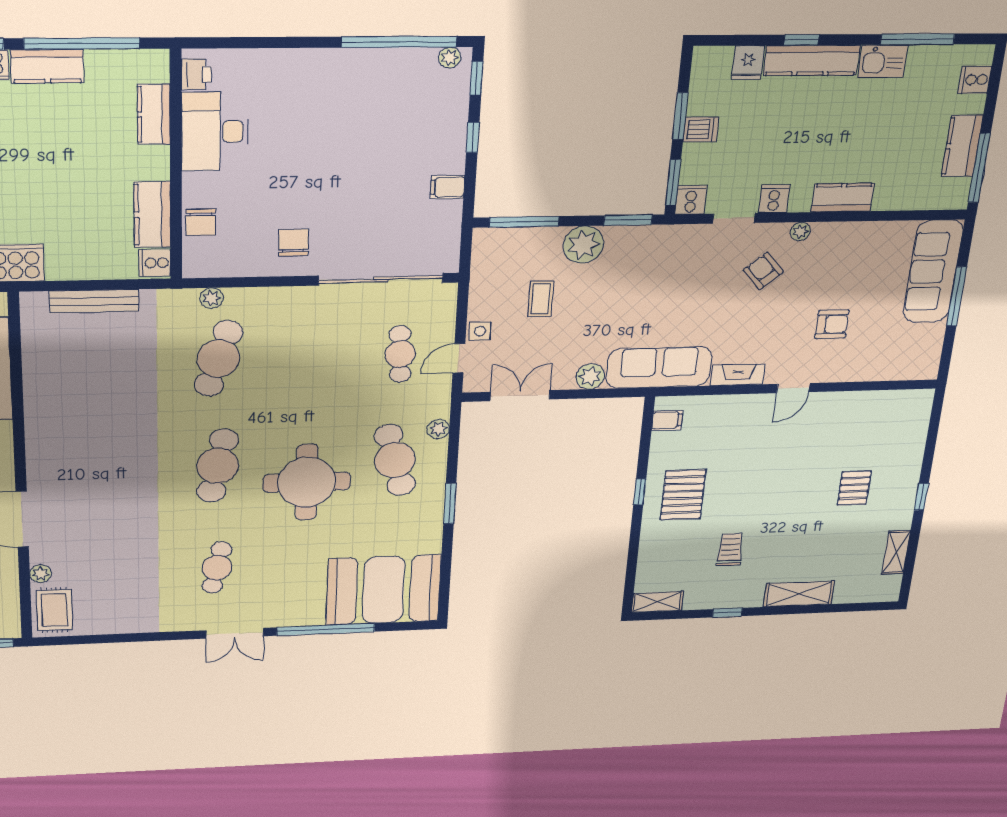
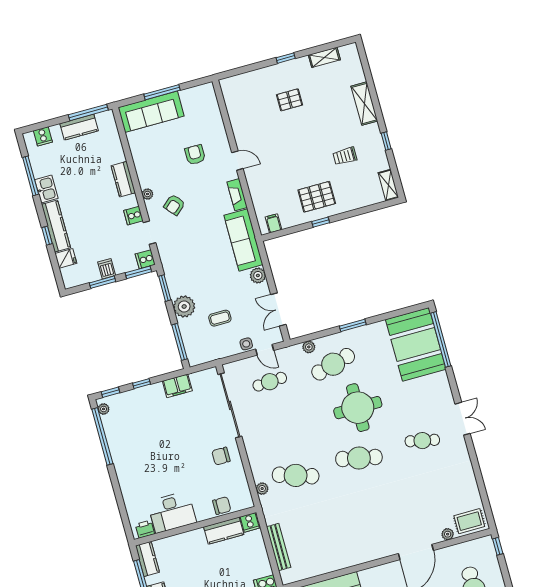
kitchen counter: (154, 114) -> (147, 559), moved, turned -90
filing cabinet: (447, 187) -> (177, 386), width x2.00
window: (326, 629) -> (441, 339), moved

